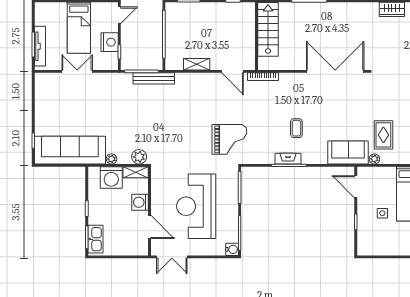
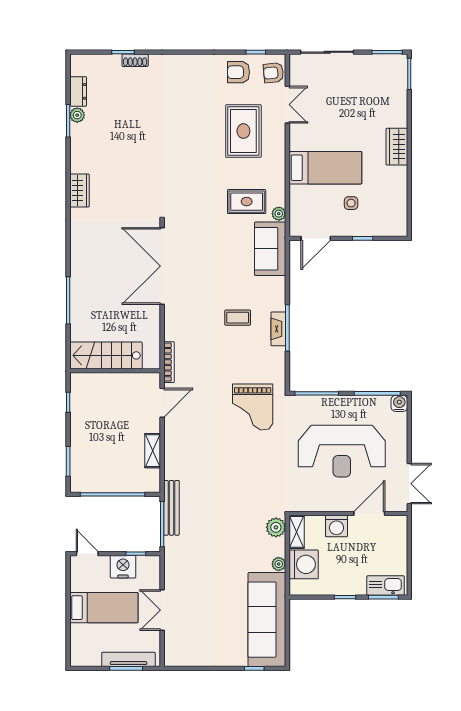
grand piano: (229, 139) -> (253, 407), turned 180

